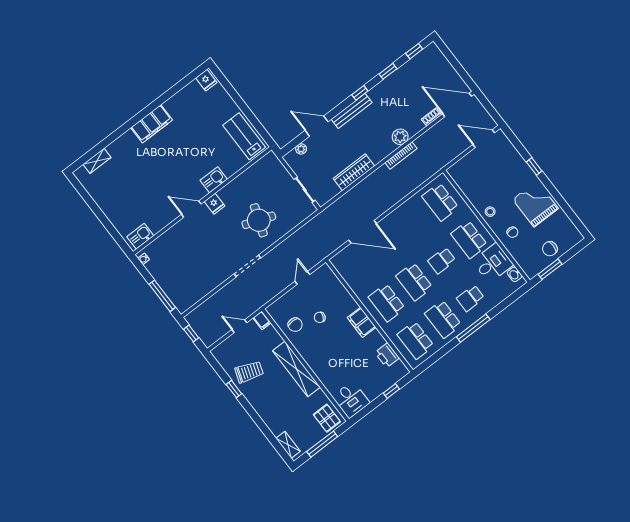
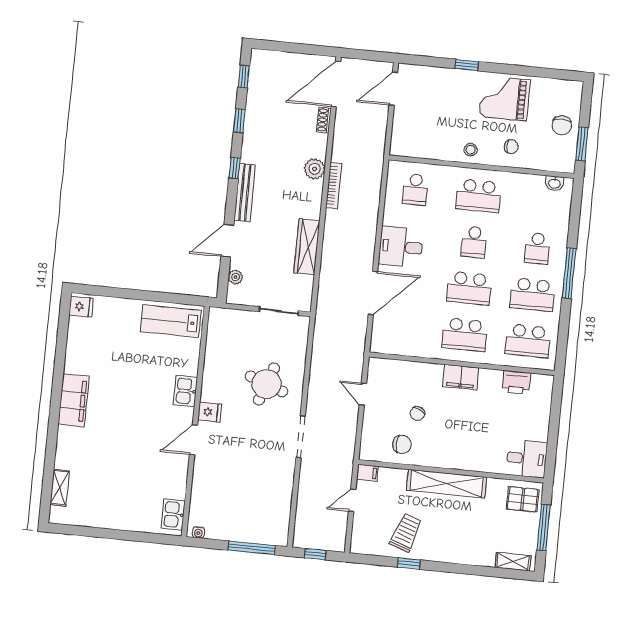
school desk: (440, 202) -> (415, 190), width x0.54
desk: (493, 263) -> (401, 247), moved, turned -90
window: (391, 391) -> (555, 411), removed

